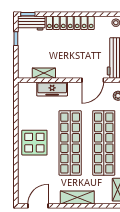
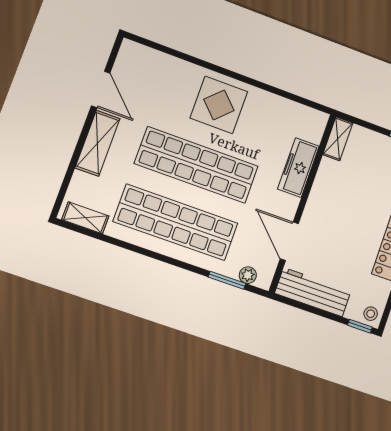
shelving: (44, 73) -> (338, 139), moved
door: (38, 206) -> (101, 89), moved

